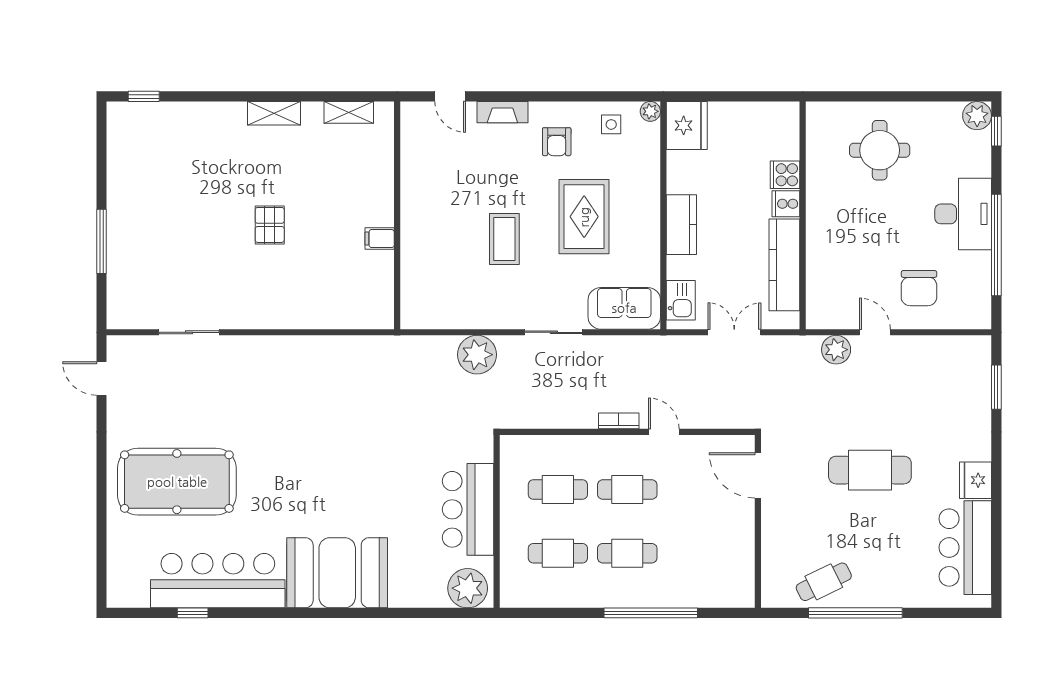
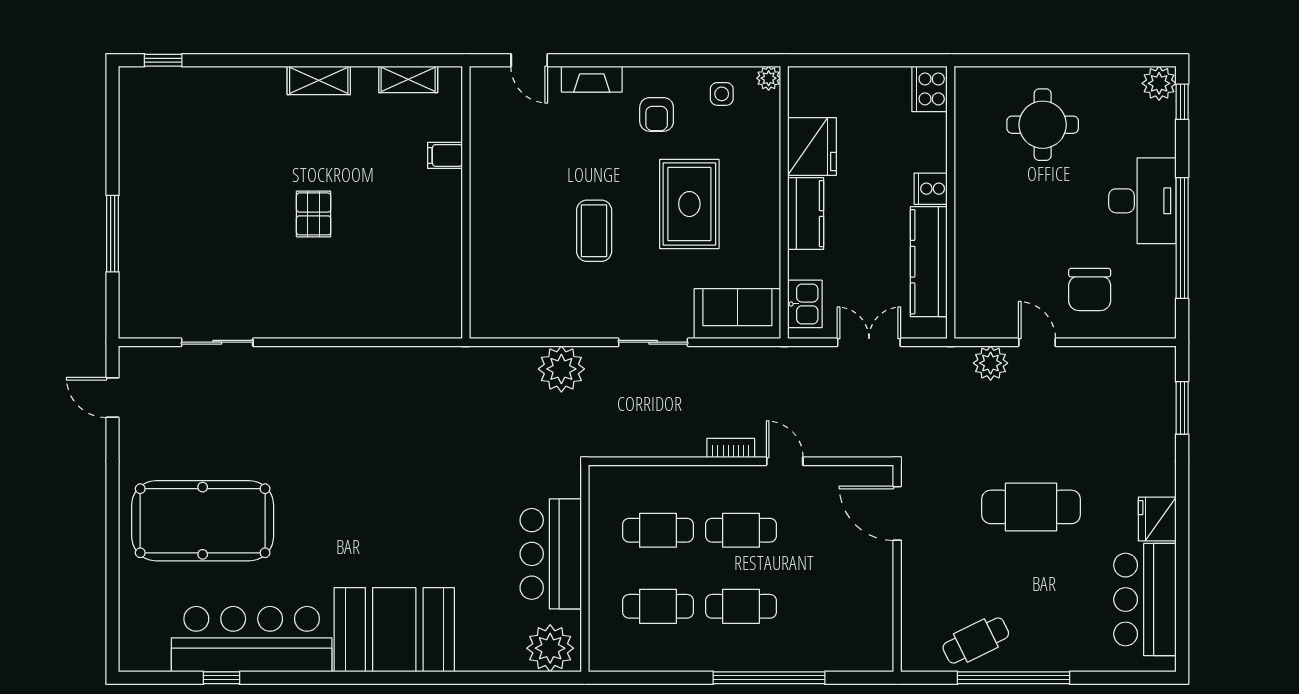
fridge: (687, 125) -> (812, 146), moved
cooker: (785, 175) -> (930, 89), moved, width x1.36
filing cabinet: (380, 239) -> (445, 155), moved

